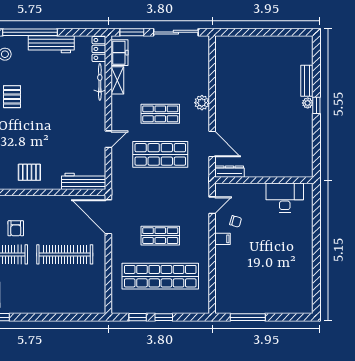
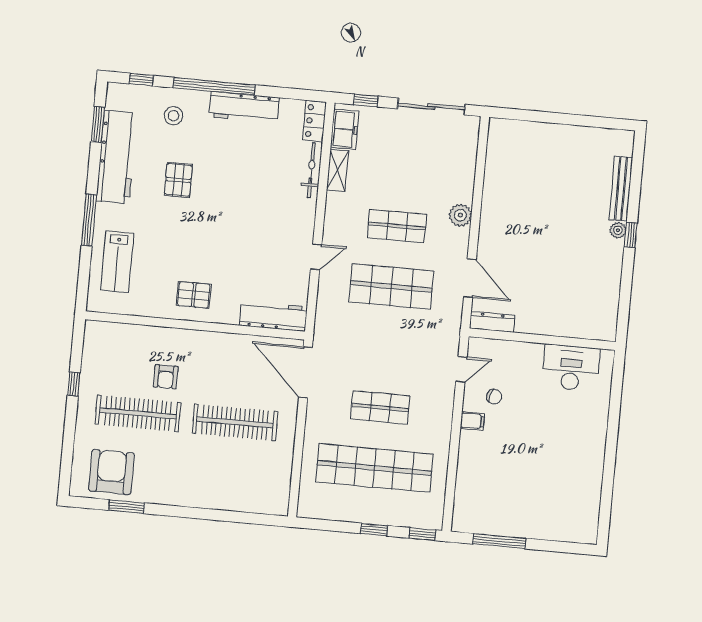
window: (132, 32) -> (366, 100), width x0.67
bench: (307, 81) -> (621, 189), width x1.36
window: (138, 317) -> (422, 534), moved

